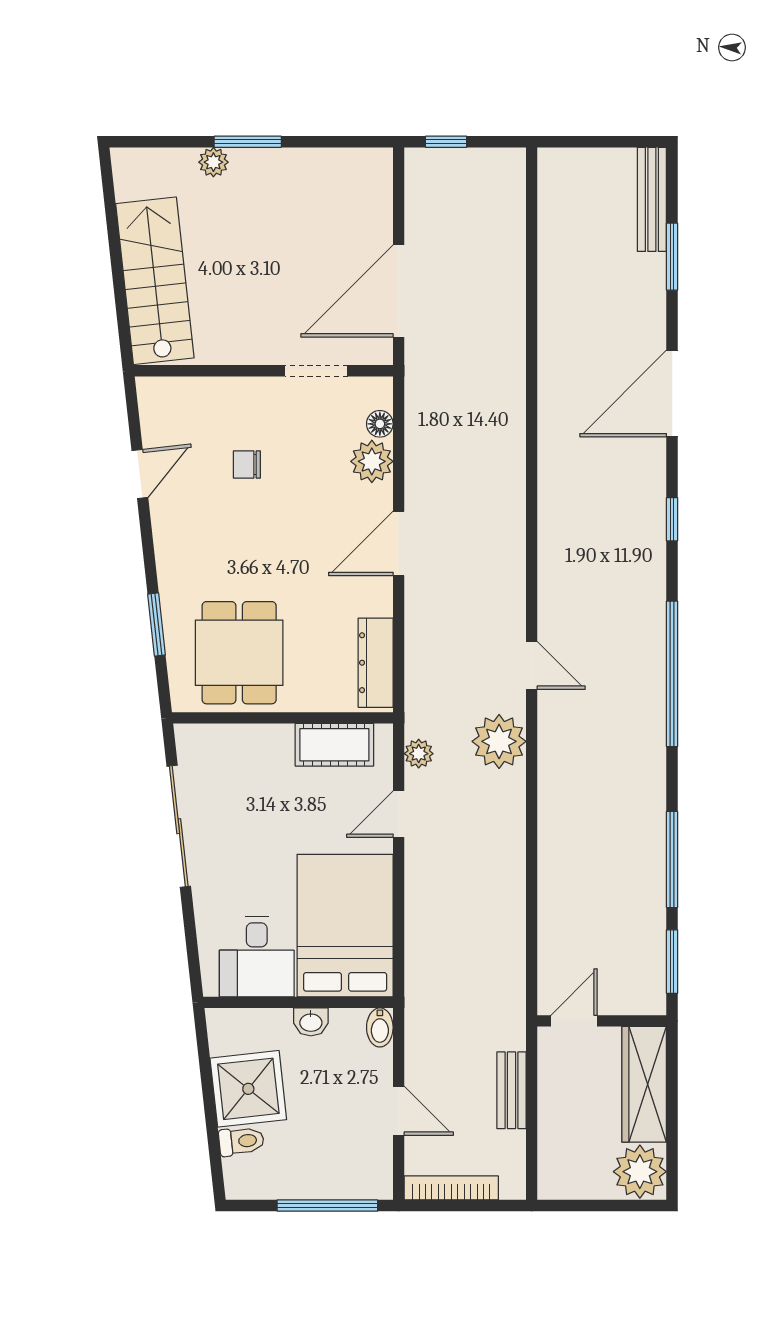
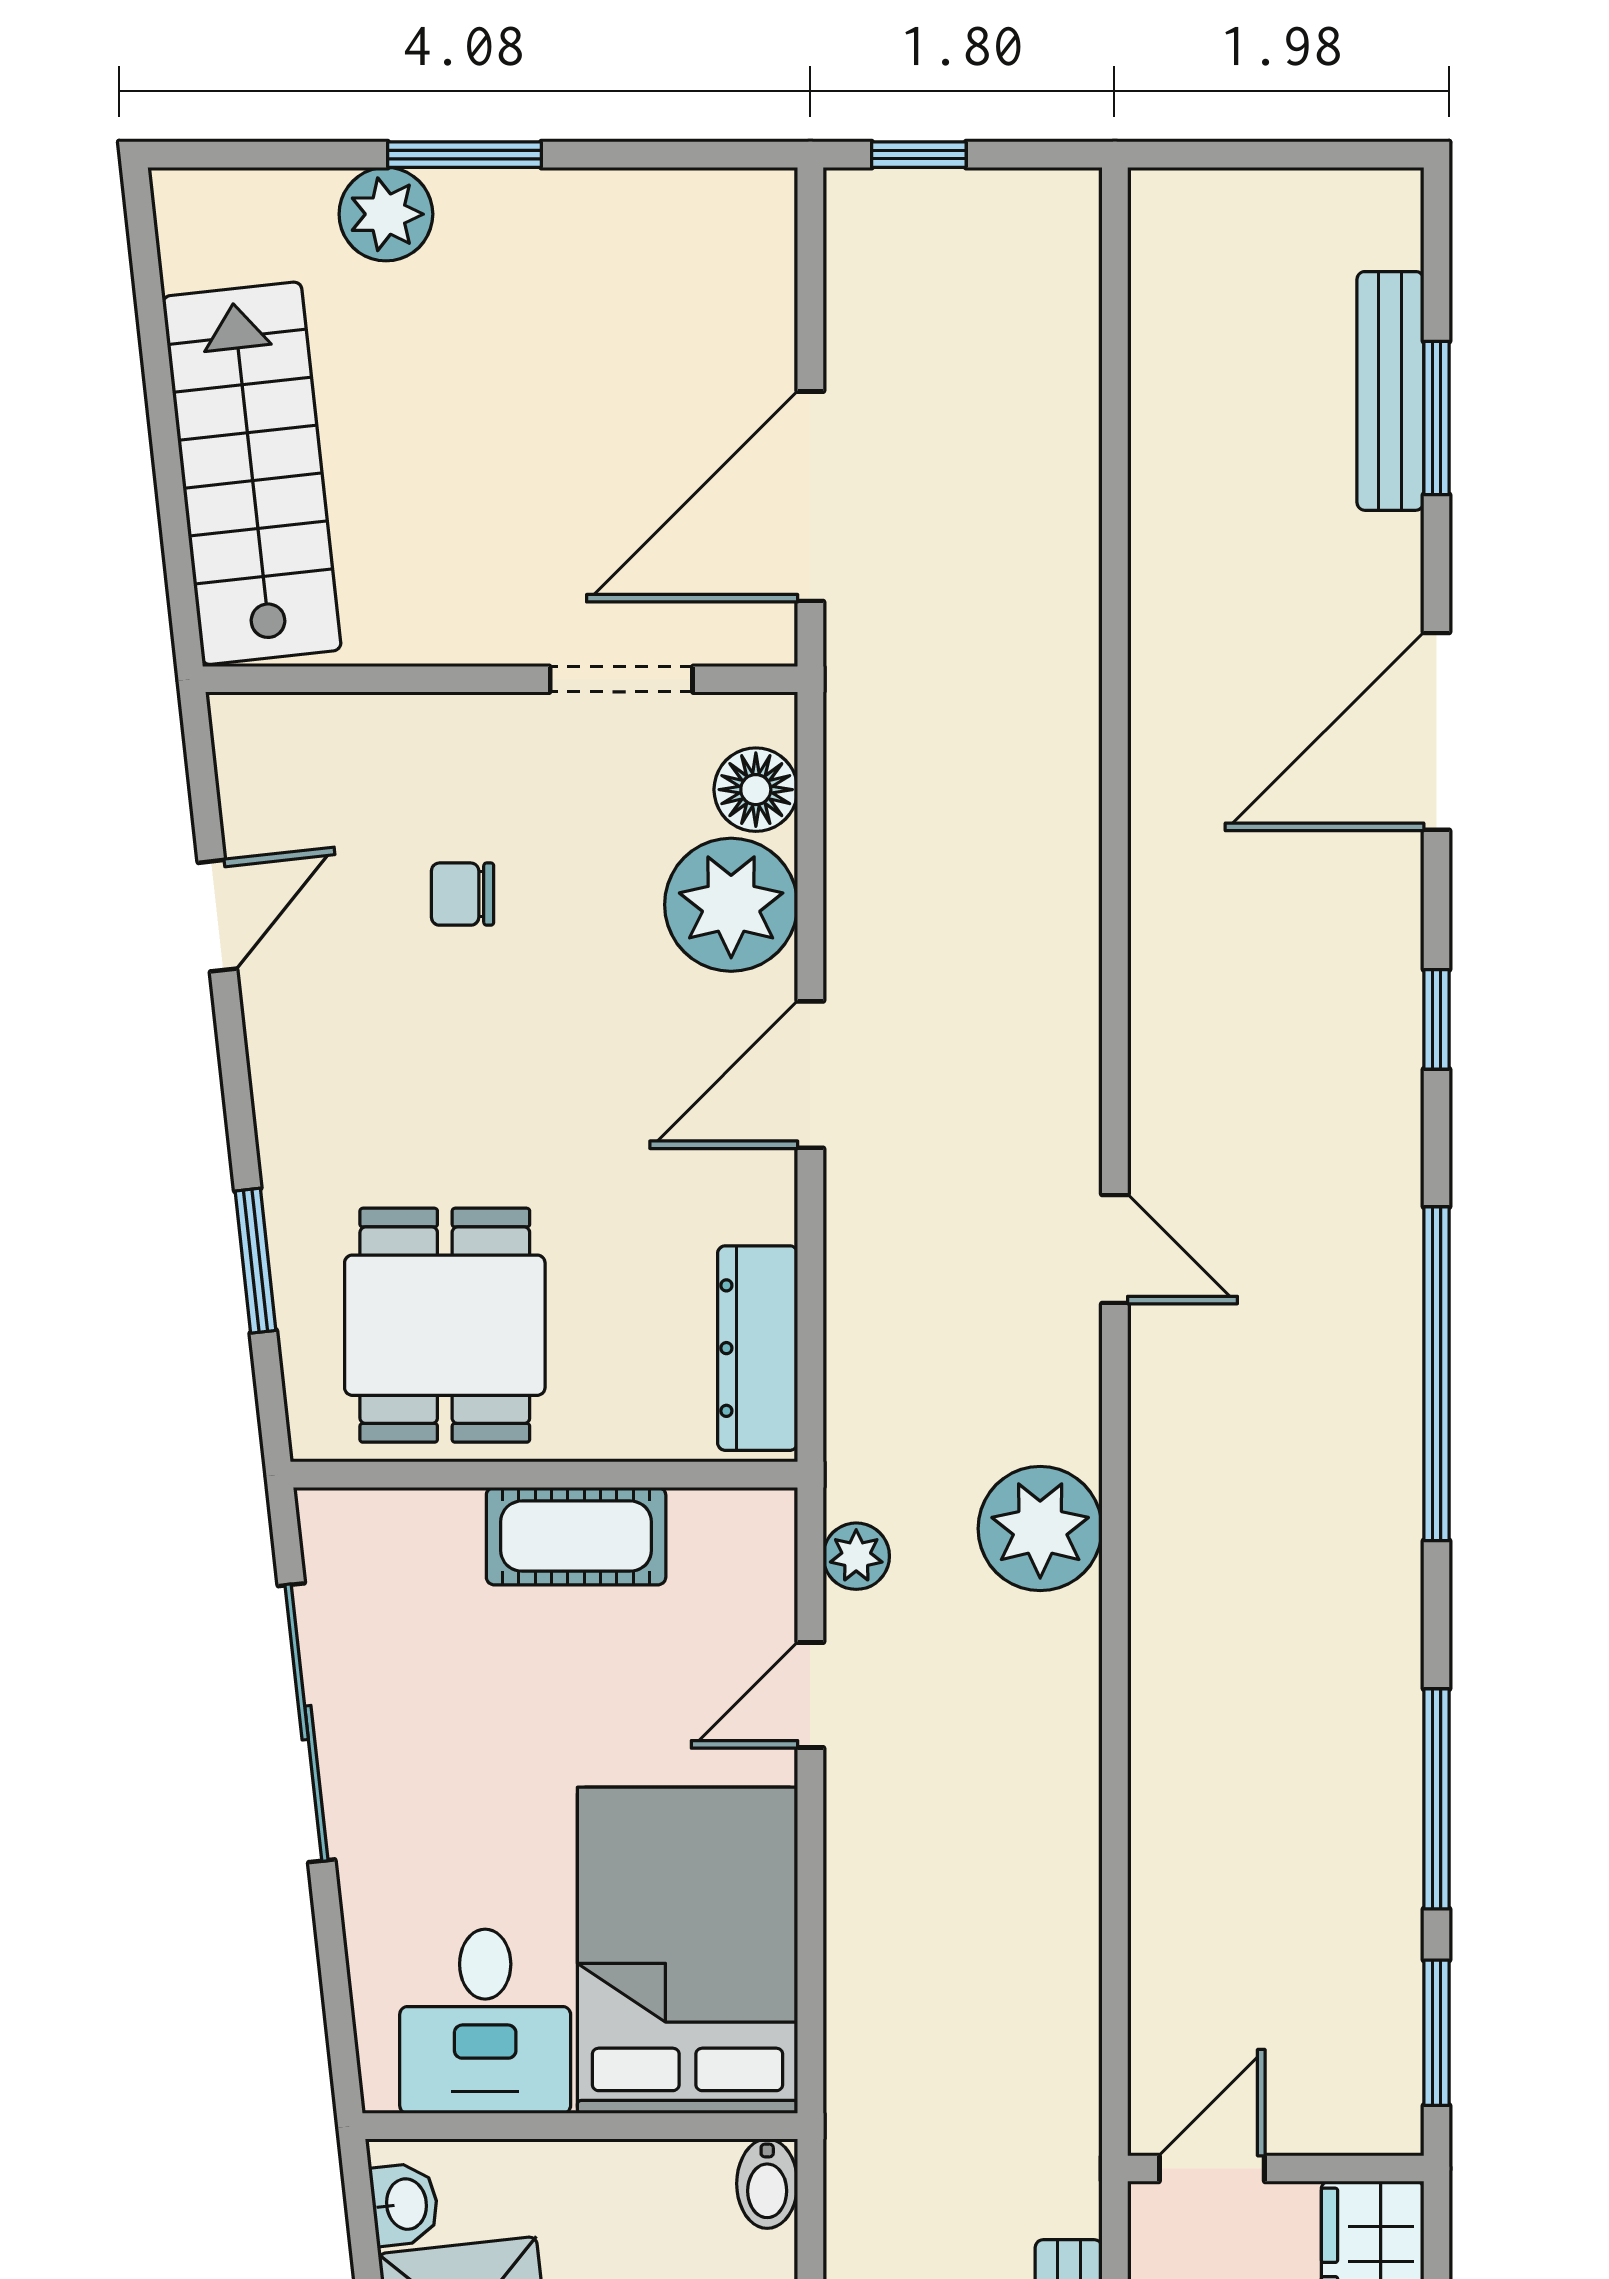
plant: (213, 162) -> (386, 214), width x1.38, depth x1.38
bench: (652, 199) -> (1390, 391), moved
floor lamp: (380, 424) -> (756, 790), width x1.37, depth x1.37
plant: (372, 461) -> (731, 905), width x1.36, depth x1.36
door: (532, 665) -> (1115, 1249), moved
cot: (334, 745) -> (576, 1536), moved
washbasin: (311, 1022) -> (405, 2204), moved, turned -96

